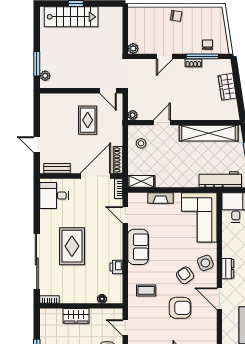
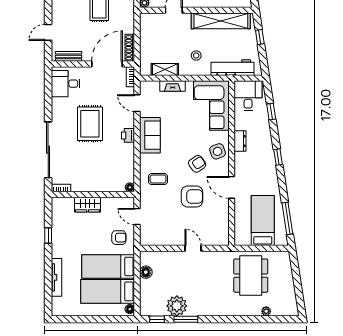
stool: (141, 143) -> (196, 56), moved
door: (37, 145) -> (48, 32), hinge flipped
shelving: (141, 181) -> (165, 69), moved
rug: (72, 246) -> (90, 124), moved
printer: (116, 267) -> (128, 135), moved
dresser: (228, 269) -> (240, 141), moved
armchair: (185, 275) -> (197, 164), turned 91
floor lamp: (102, 299) -> (130, 187), moved

